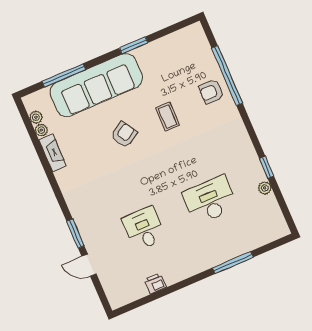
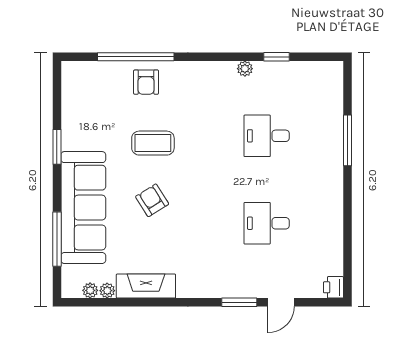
coffee table: (168, 117) -> (153, 143), width x1.36, depth x1.30
fireplace: (53, 153) -> (146, 286), width x1.37, depth x1.32
window: (267, 167) -> (277, 57), moved
plant: (265, 188) -> (245, 69), moved
desk: (210, 200) -> (267, 136), width x0.73
printer: (155, 283) -> (333, 287), moved

